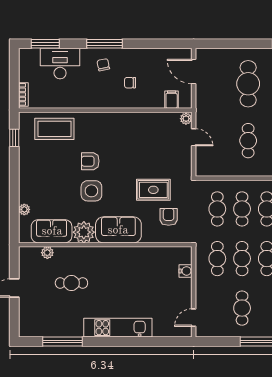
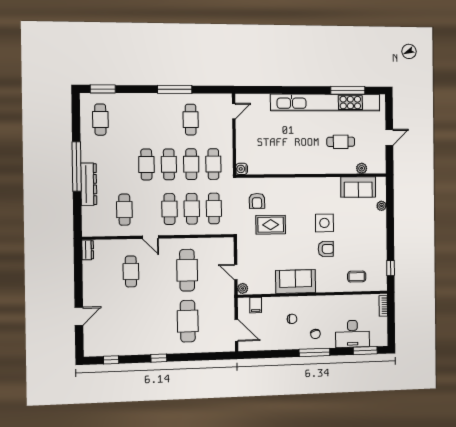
coffee table: (54, 129) -> (357, 277), width x0.54, depth x0.58
cafe table: (248, 141) -> (187, 270), width x1.37, depth x1.35
sofa: (118, 230) -> (296, 282), moved, turned 180
plant: (84, 232) -> (331, 186), removed
water cooler: (186, 271) -> (242, 169), moved
kitchen unit: (118, 328) -> (325, 102), width x1.86

